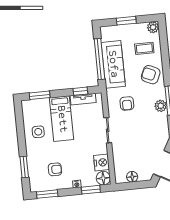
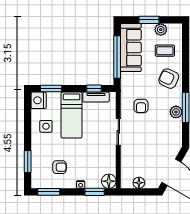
plant: (153, 27) -> (161, 30), moved
sofa: (113, 64) -> (131, 48), moved
nightstand: (102, 162) -> (39, 100), moved, turned 180

